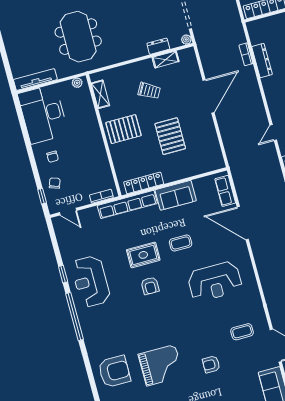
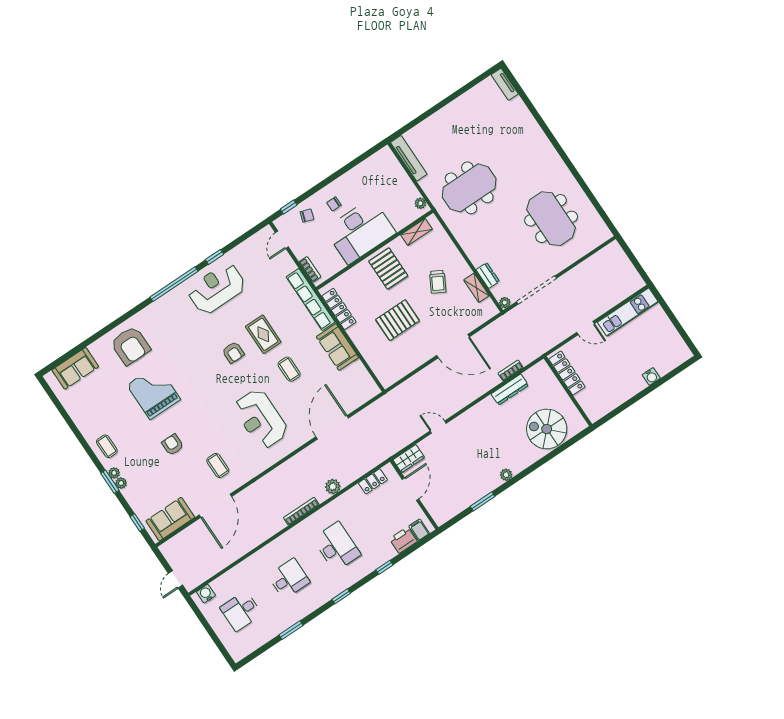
desk: (43, 114) -> (360, 231), moved, turned 180
row of seats: (225, 191) -> (360, 397), removed
armchair: (150, 286) -> (233, 352), turned -90
grand piano: (161, 365) -> (154, 392), turned 180

